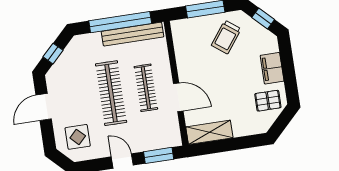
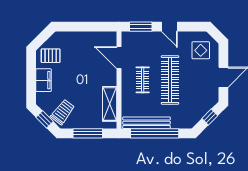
trolley: (226, 37) -> (63, 112), moved
clothes rail: (146, 88) -> (143, 80), width x0.73
door: (178, 97) -> (119, 58), moved
shelving: (209, 132) -> (110, 104), moved, turned 90

